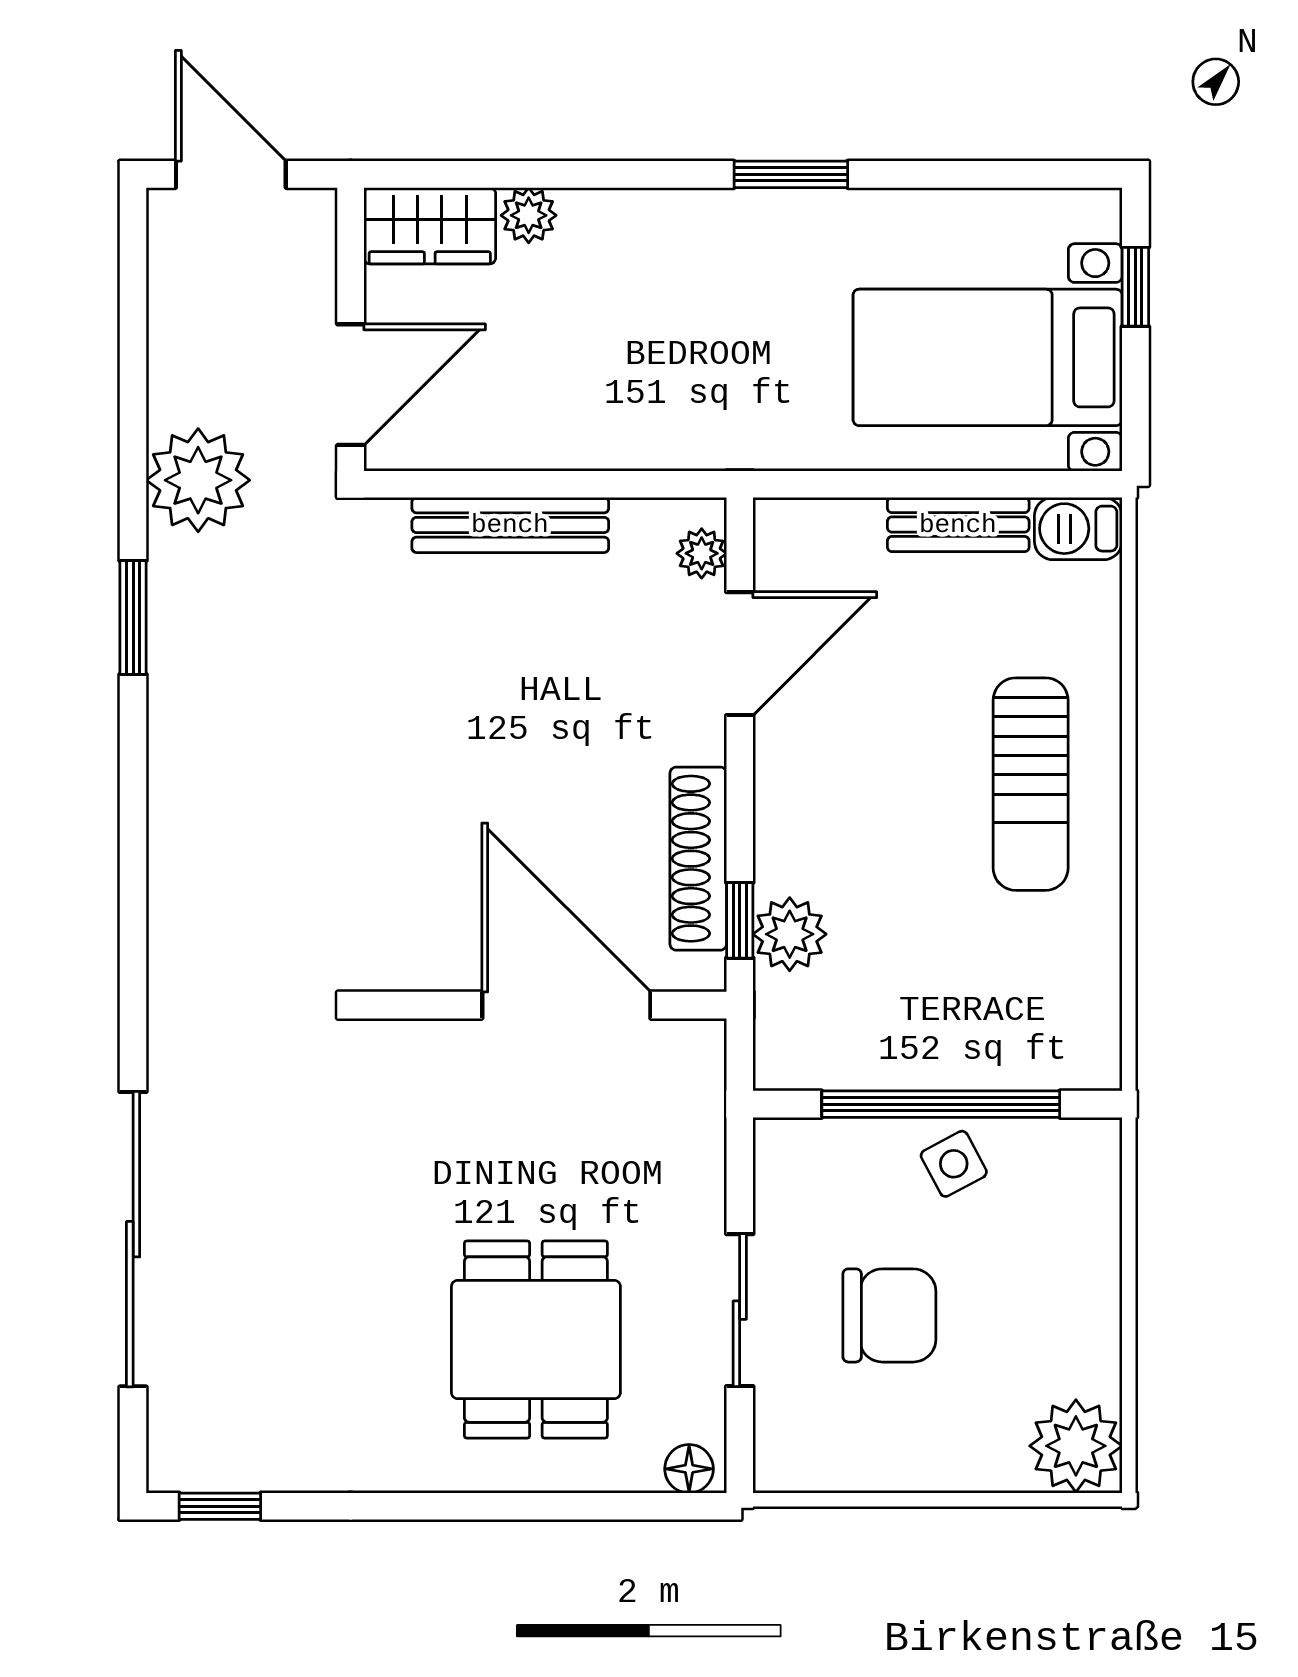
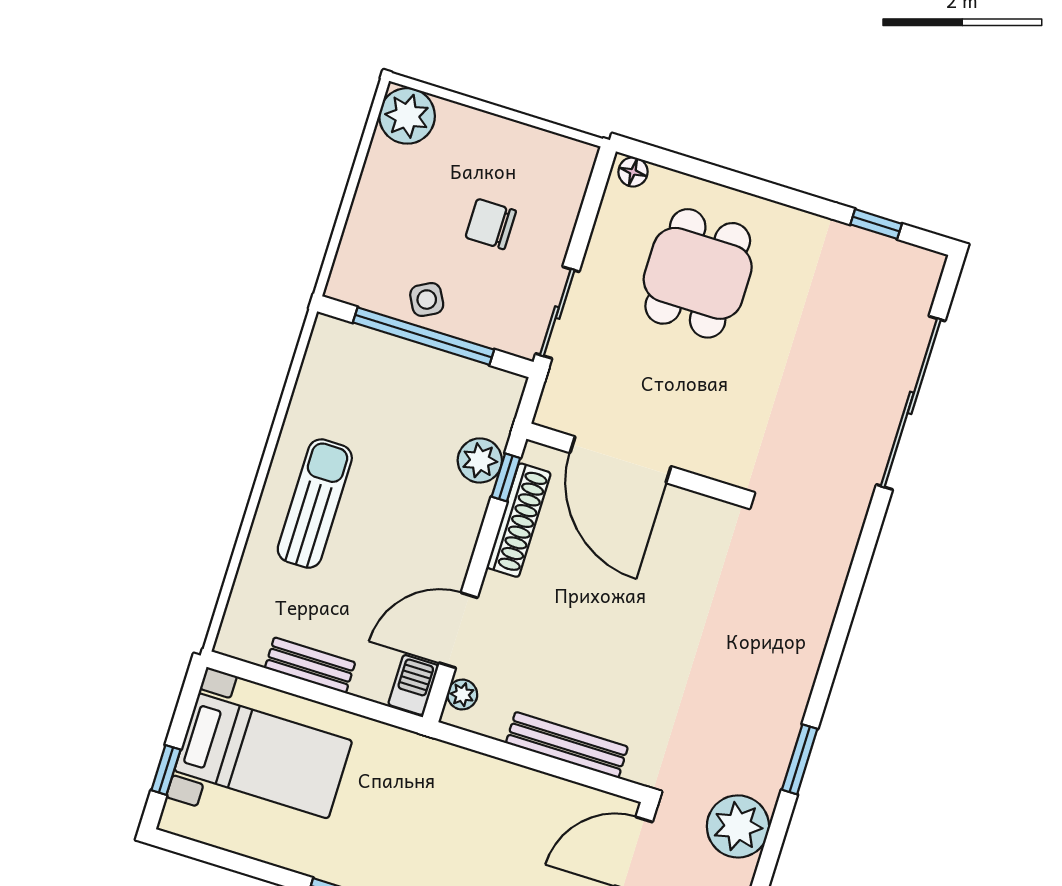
barbecue: (1078, 529) -> (413, 685), moved, turned -90
sliding door: (740, 1310) -> (557, 313), moved
chair: (889, 1315) -> (491, 224), width x0.73, depth x0.73
window: (220, 1506) -> (876, 224), moved

